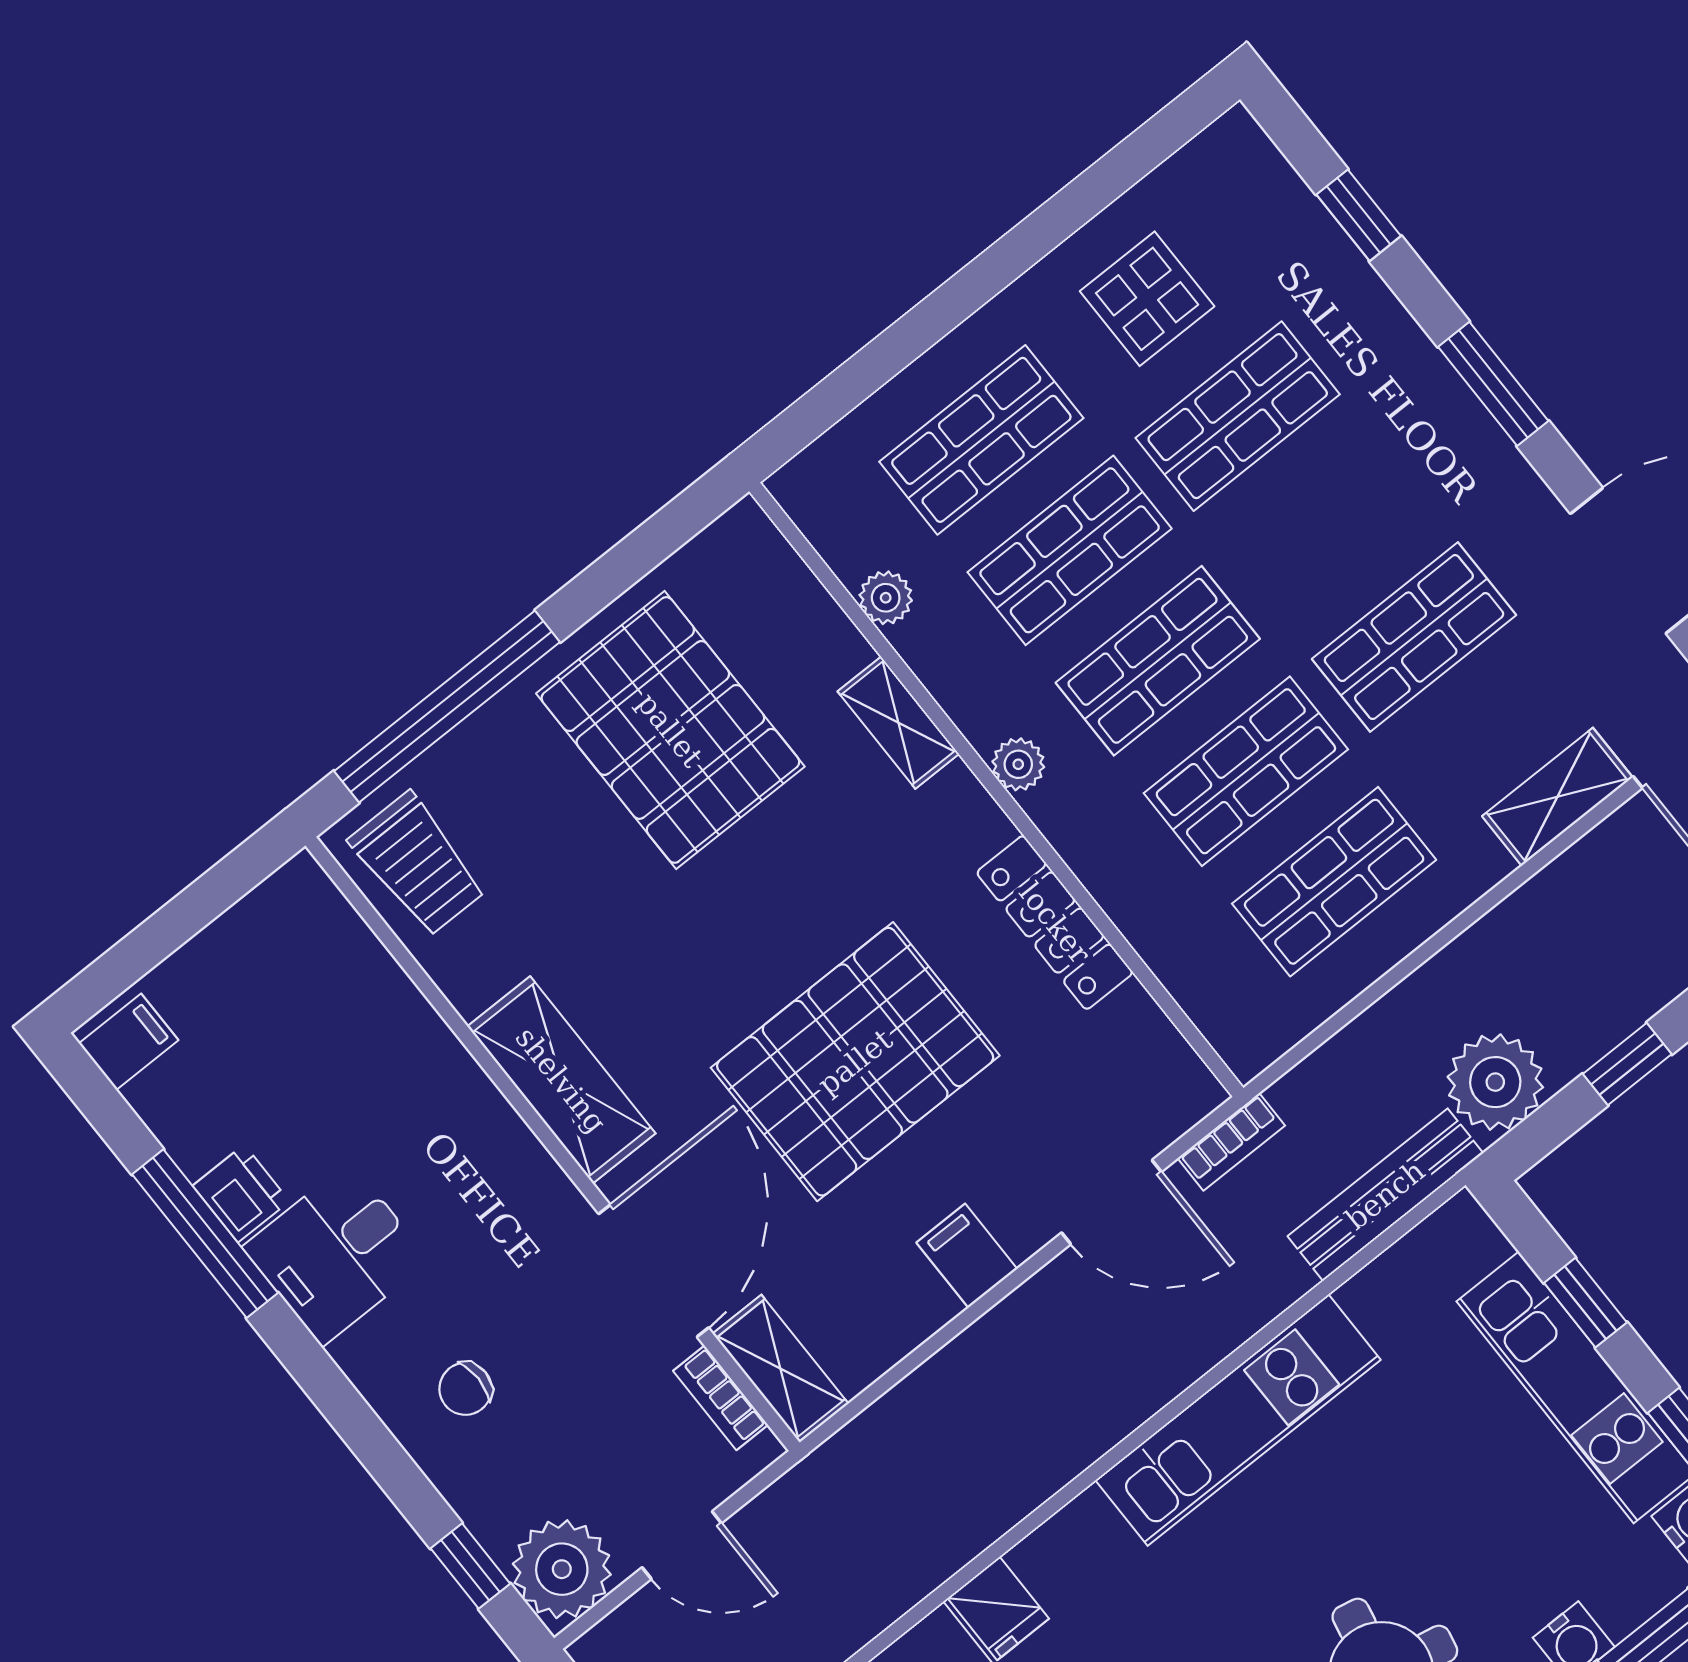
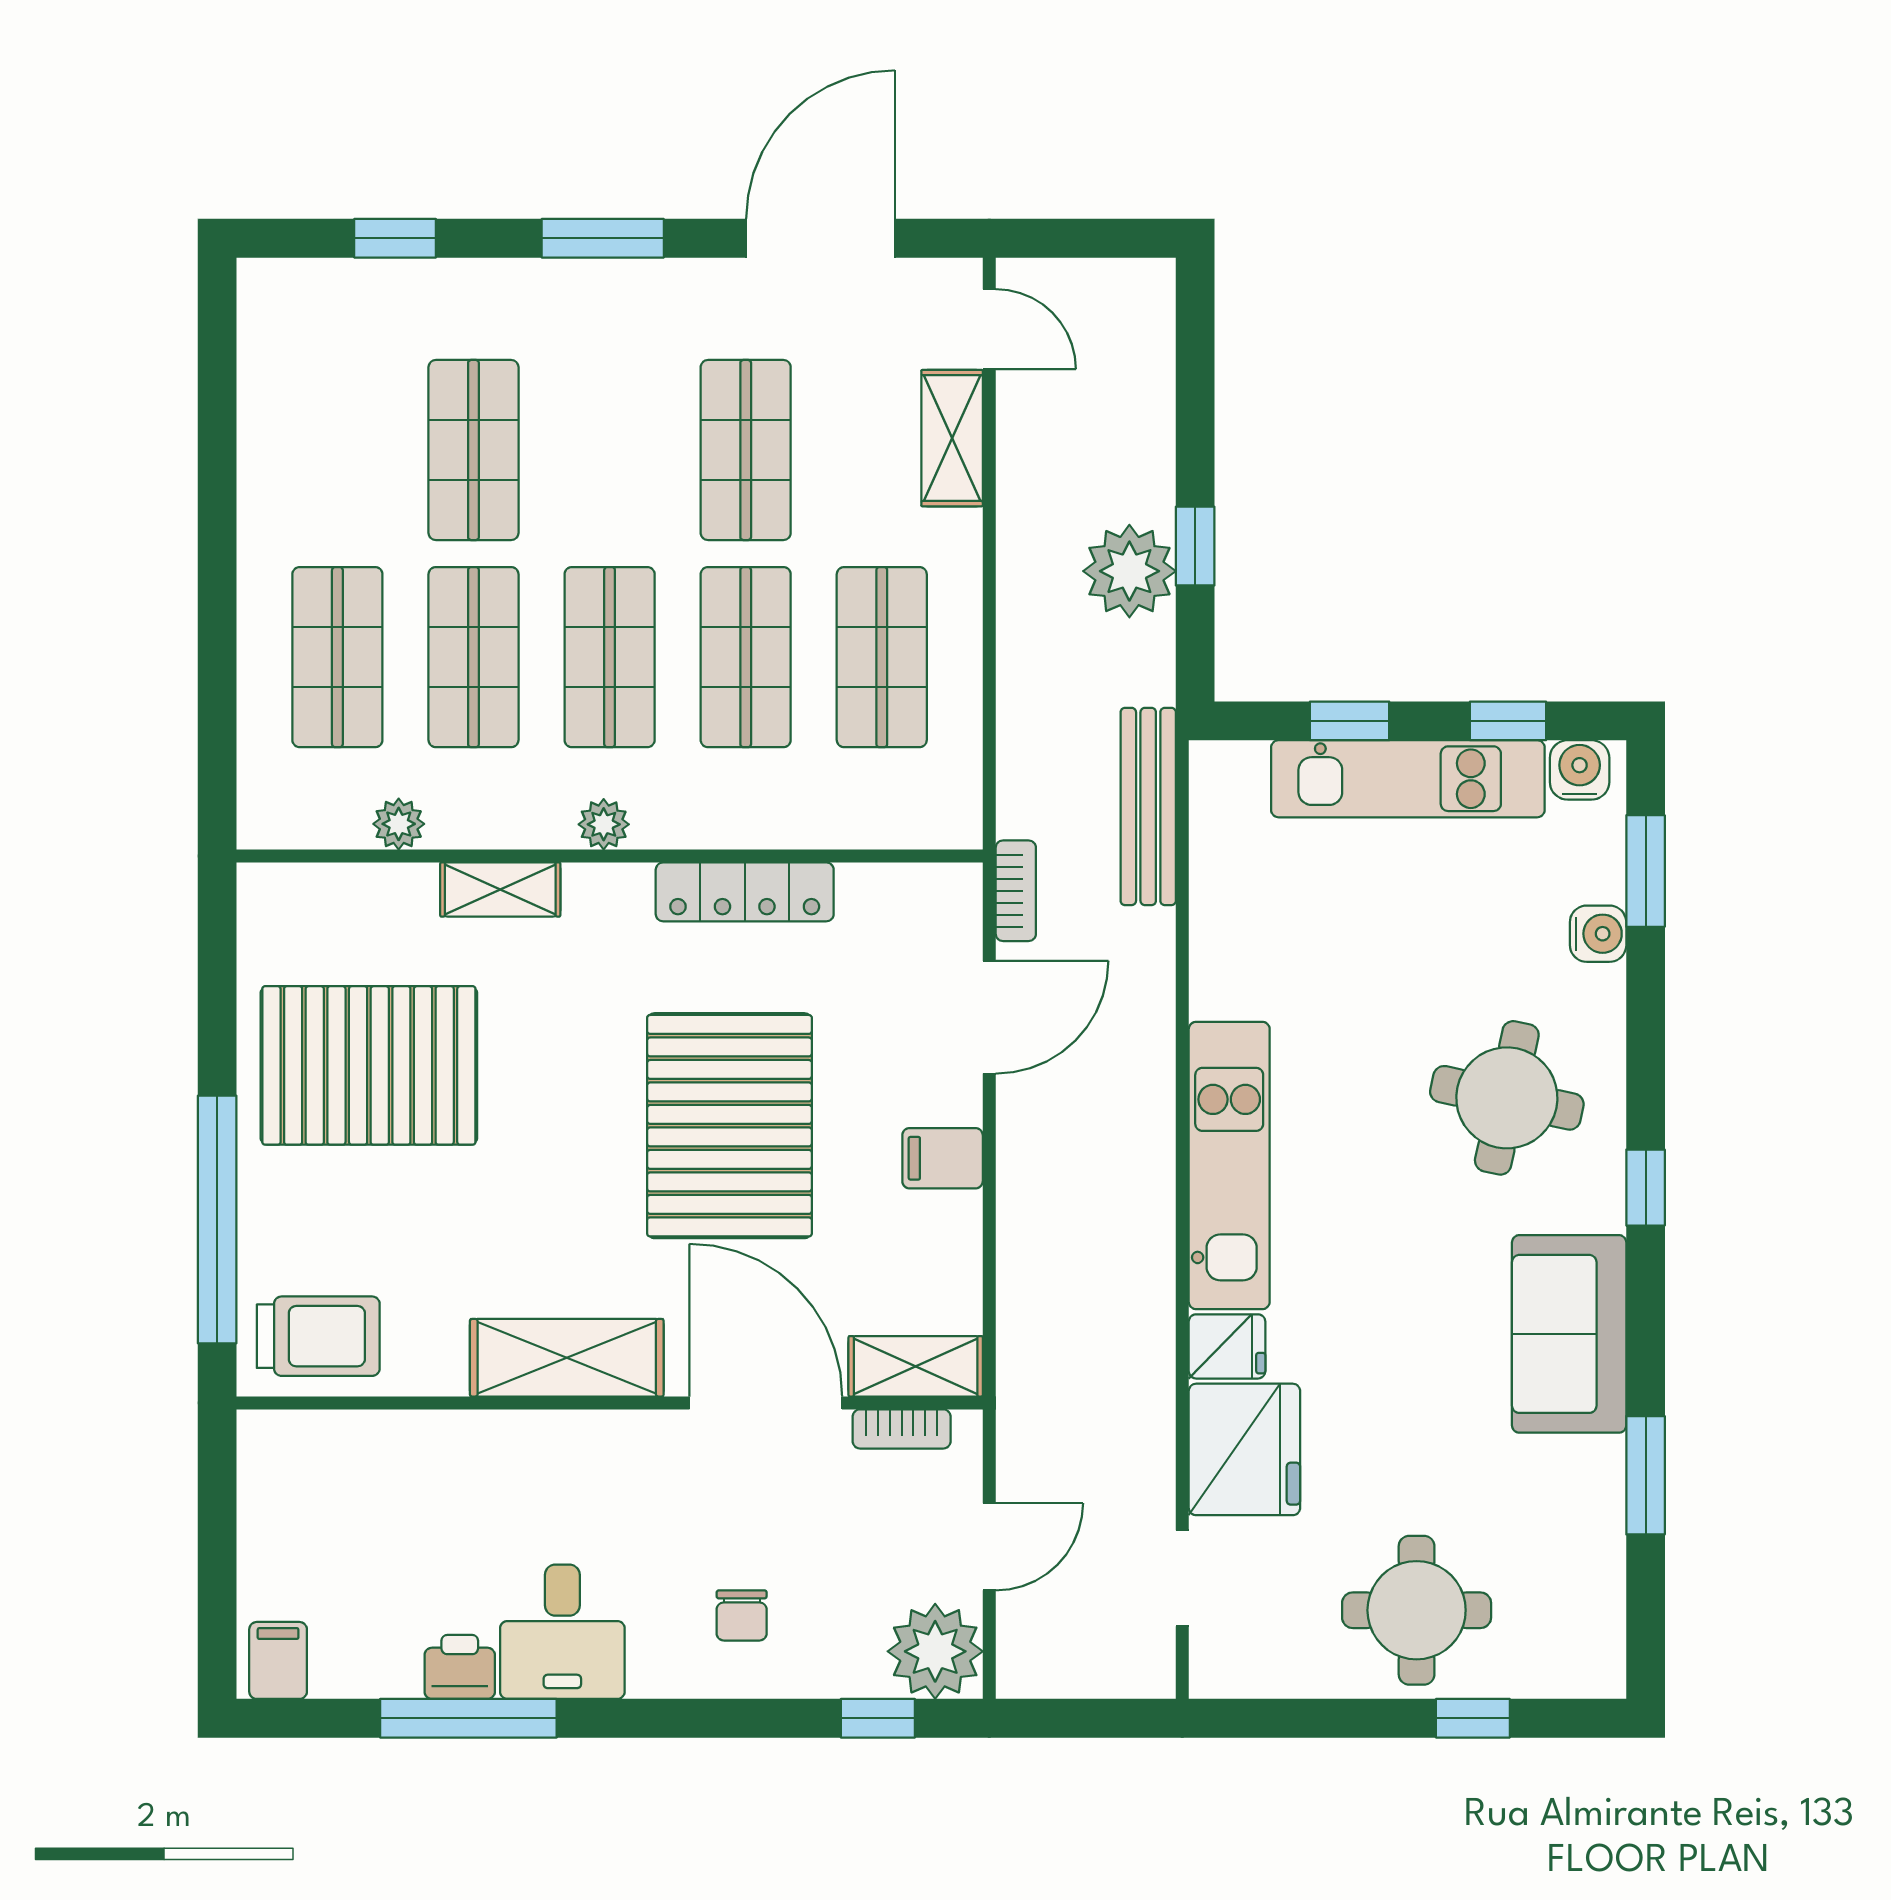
display table: (1147, 299) -> (331, 448), removed
plant: (1495, 1082) -> (1129, 571), moved
kitchen unit: (1238, 1420) -> (1229, 1165), moved

